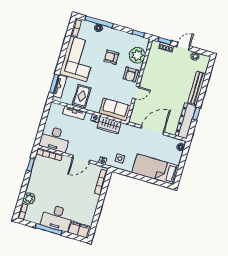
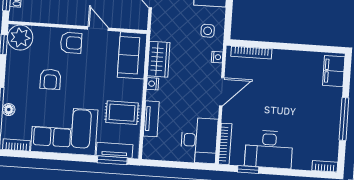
plant: (137, 55) -> (20, 38), moved
door: (81, 159) -> (222, 92), hinge flipped
plant: (29, 198) -> (302, 161), removed
desk: (57, 218) -> (269, 149), moved, turned 90

